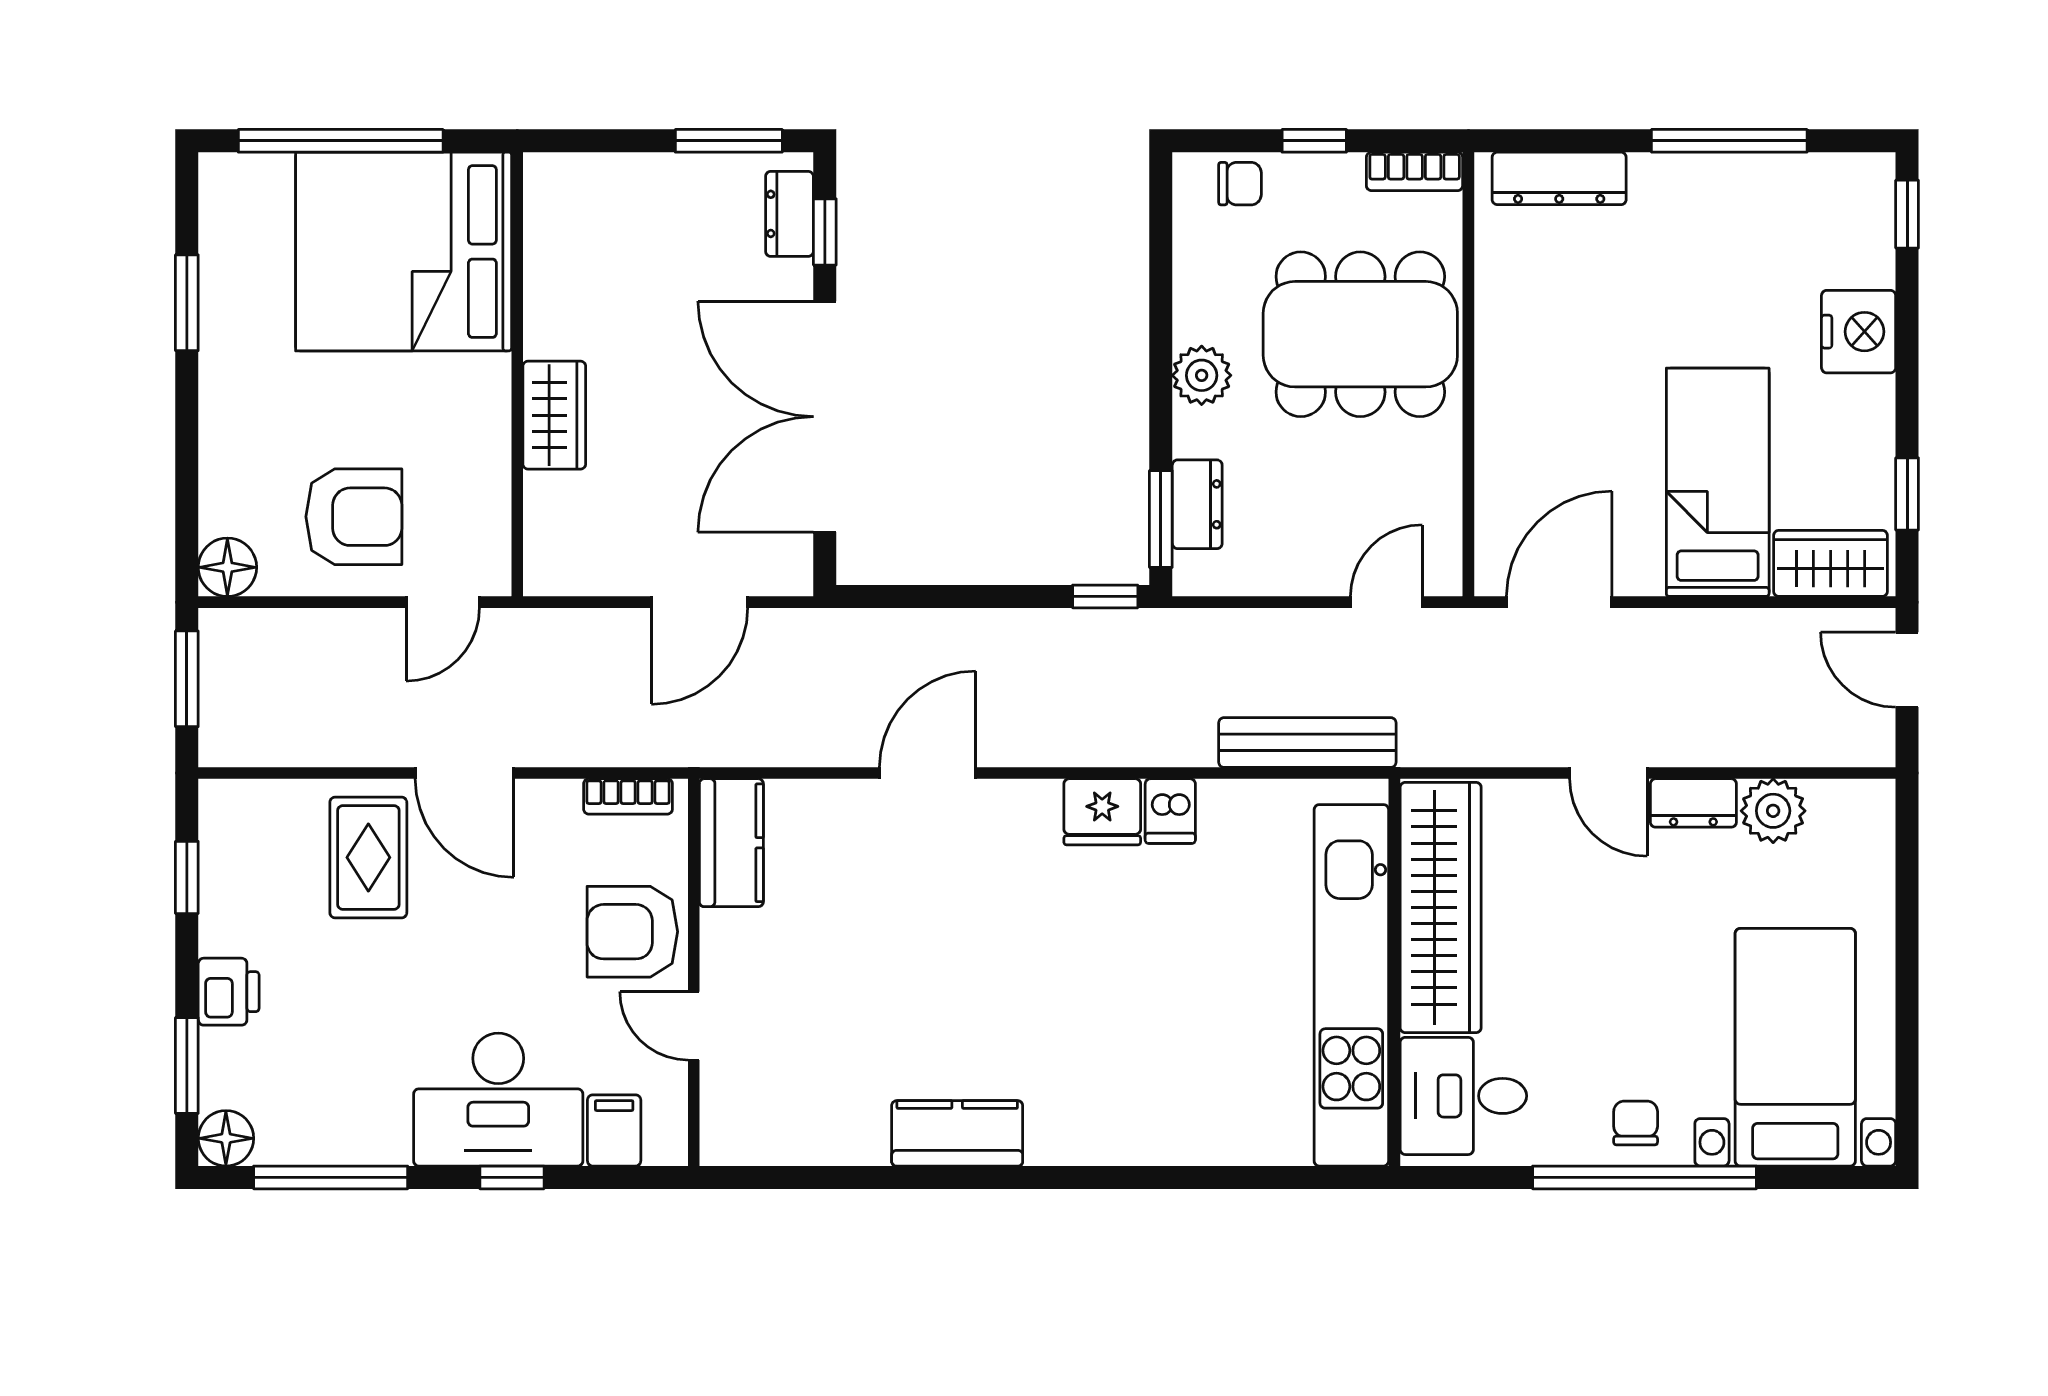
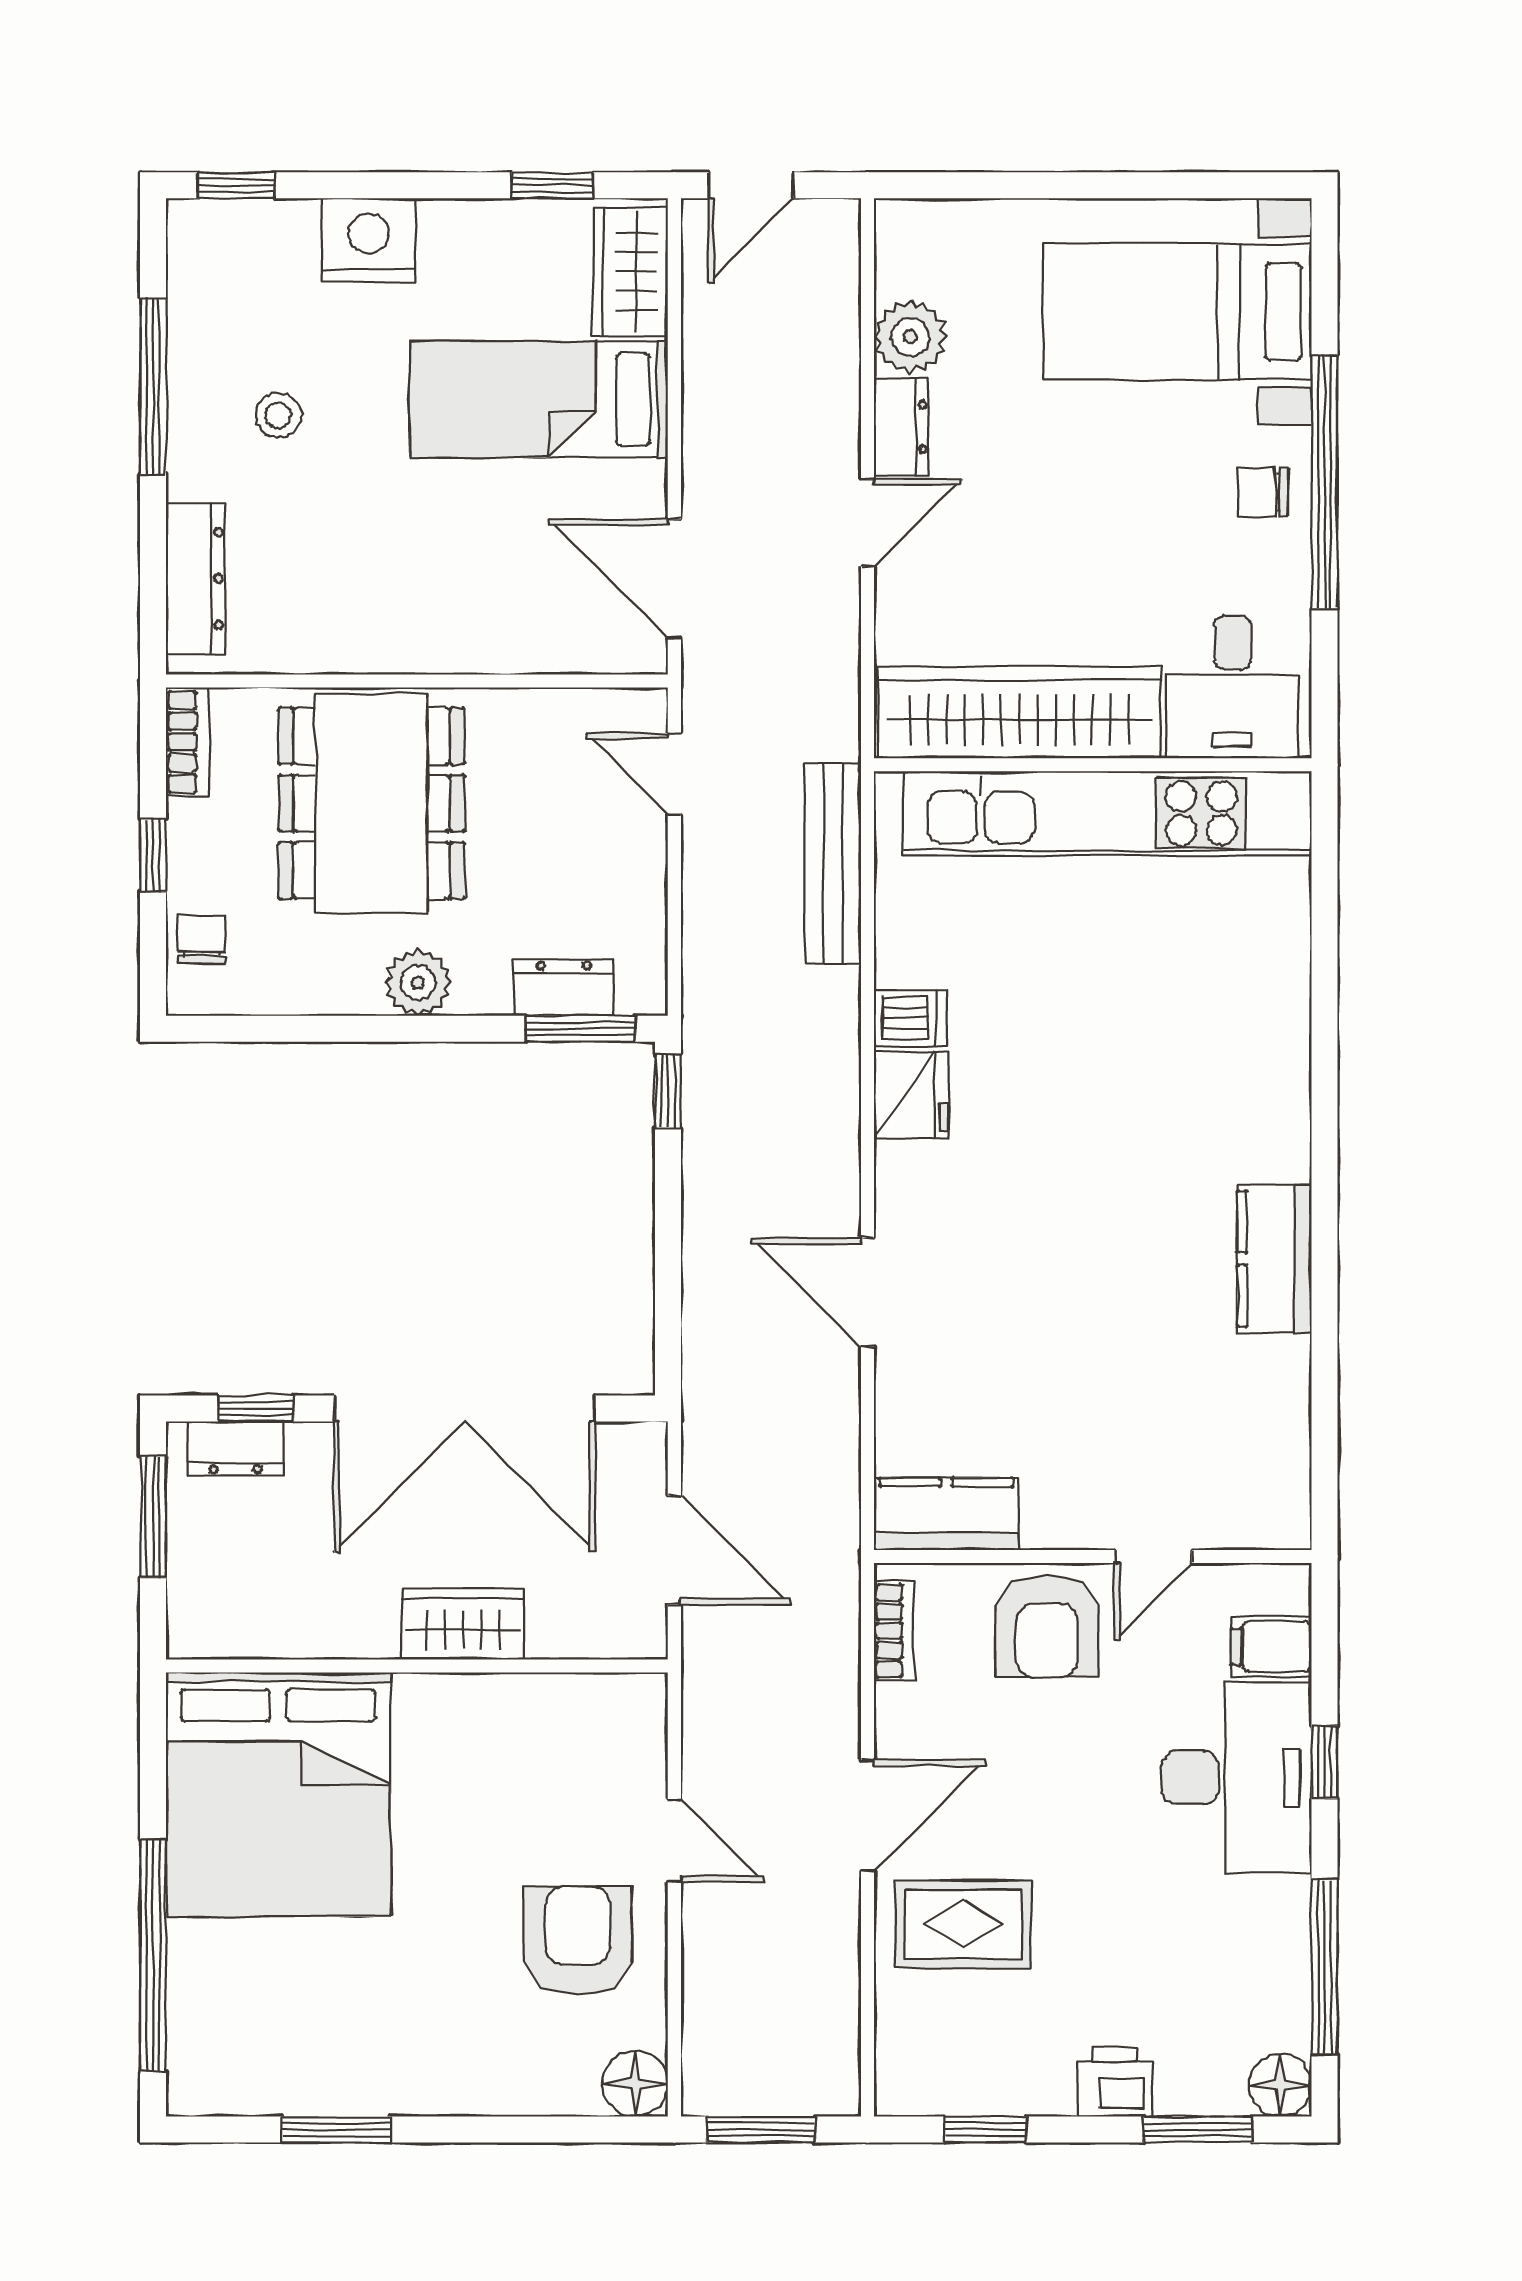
stool: (1704, 251) -> (278, 415), added
bed: (404, 252) -> (278, 1794), moved
wall: (517, 374) -> (417, 1666), moved
wardrobe: (554, 415) -> (463, 1624), moved

